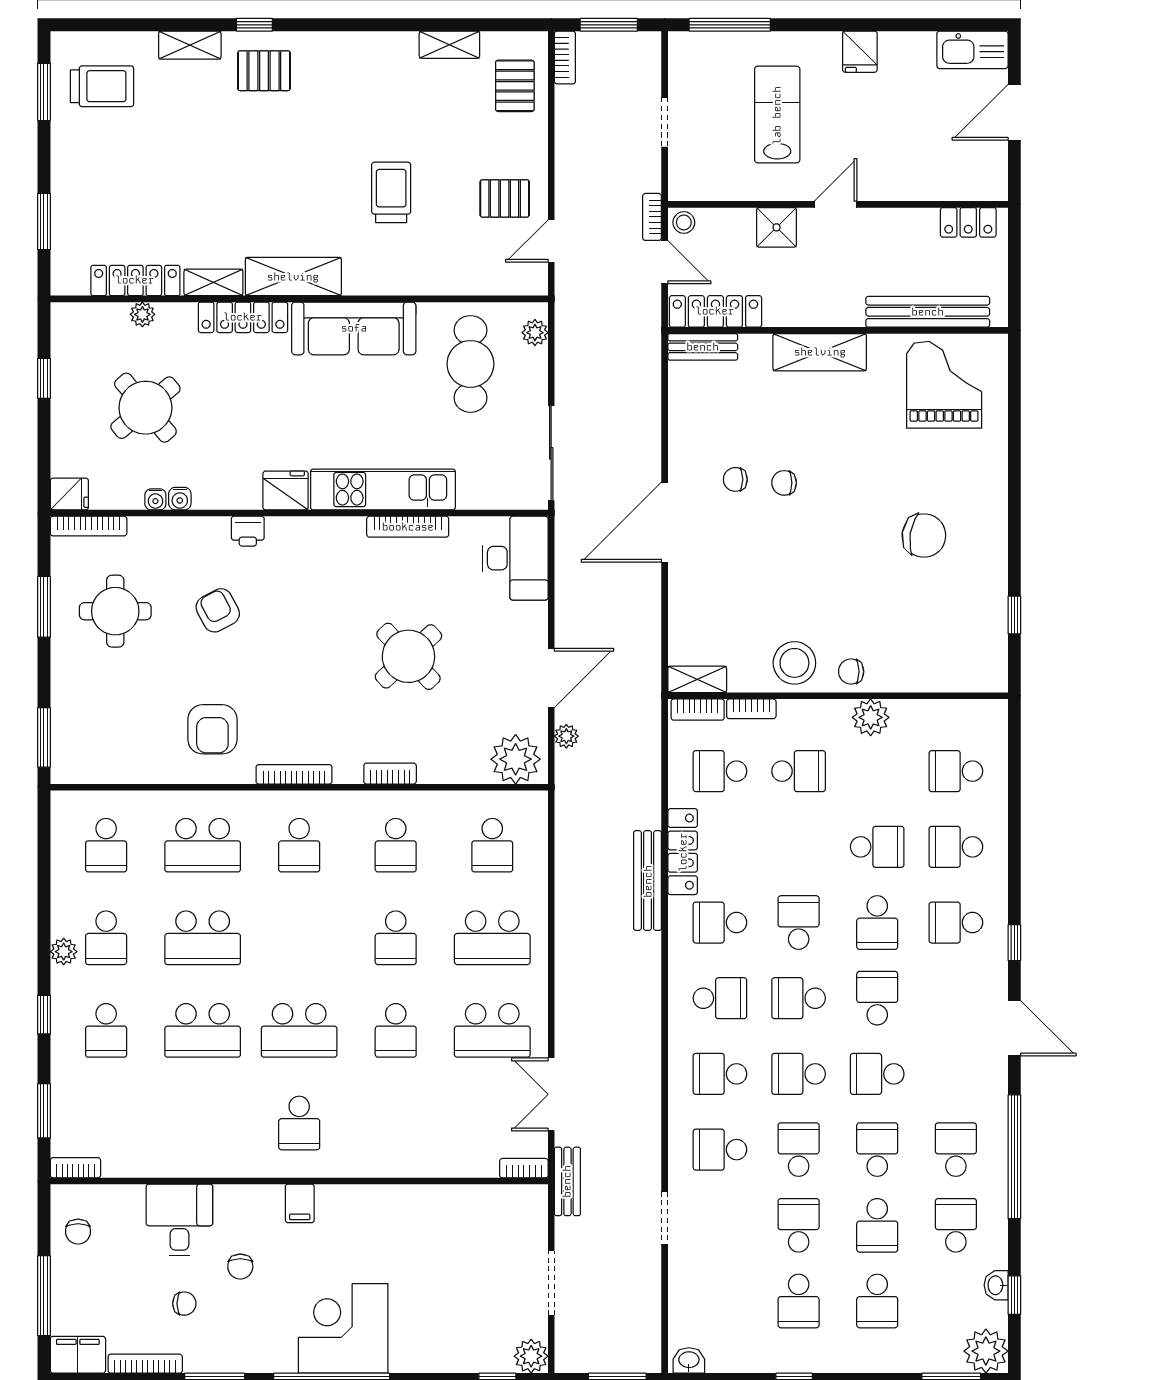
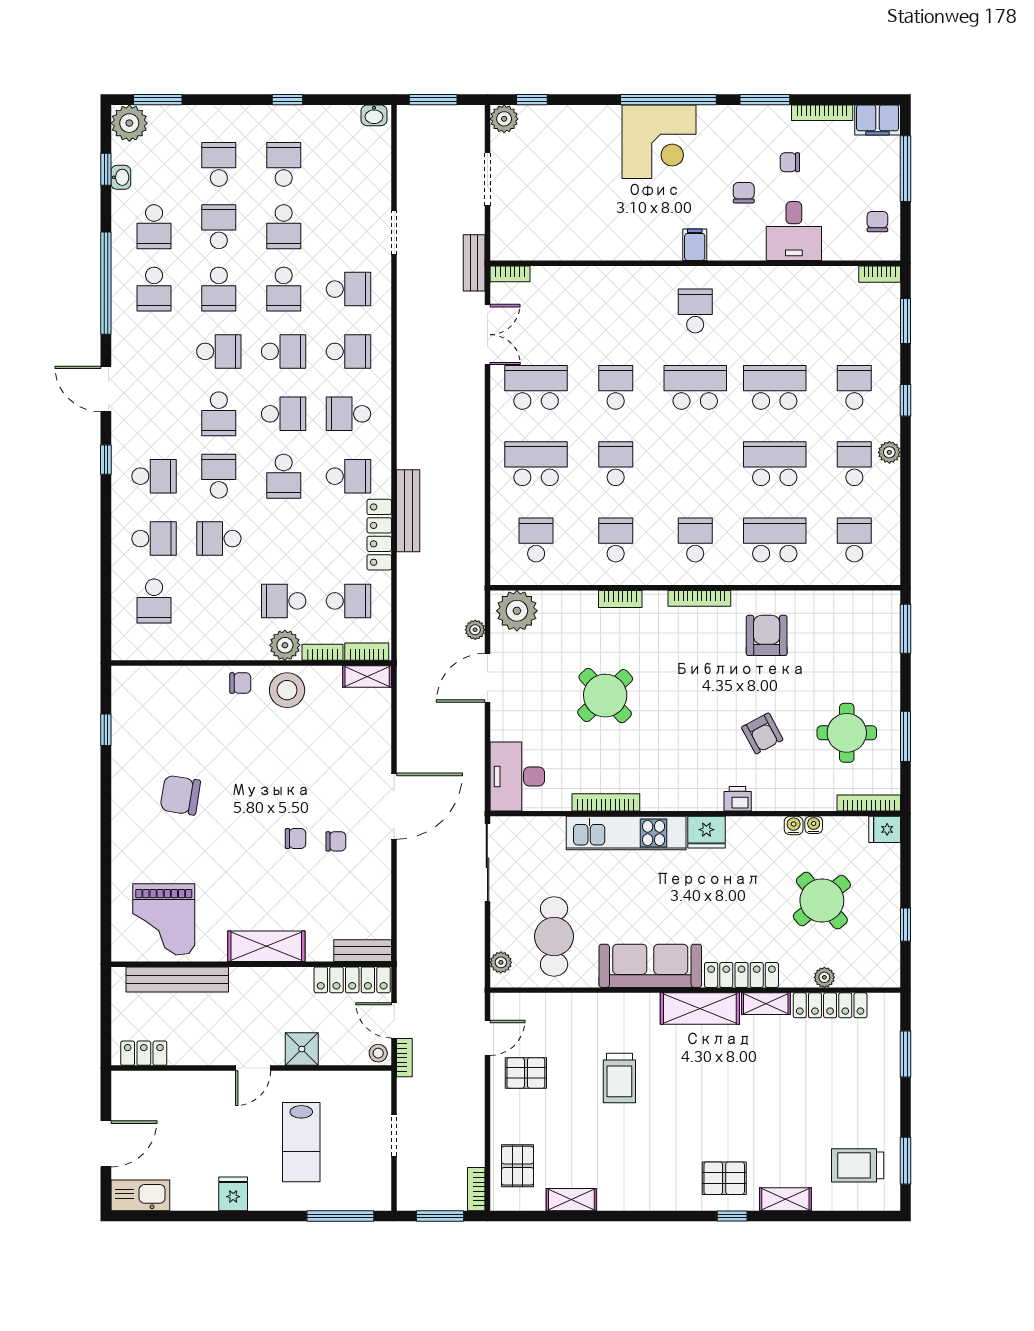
plant: (871, 717) -> (285, 645), moved
school desk: (956, 771) -> (154, 601), turned 90

